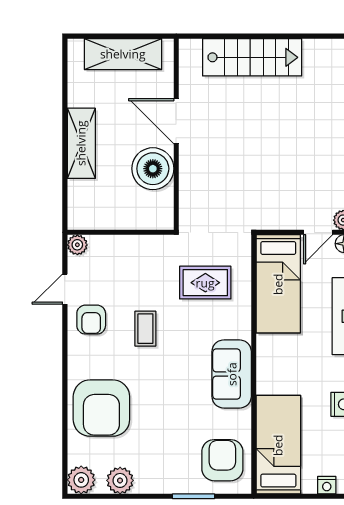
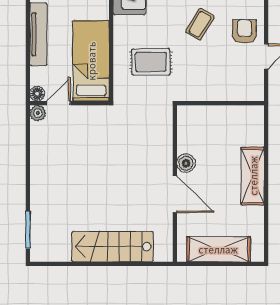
boiler: (153, 169) -> (186, 163), width x0.54, depth x0.54
plant: (77, 245) -> (256, 93), removed
coffee table: (145, 329) -> (200, 24), turned 31

